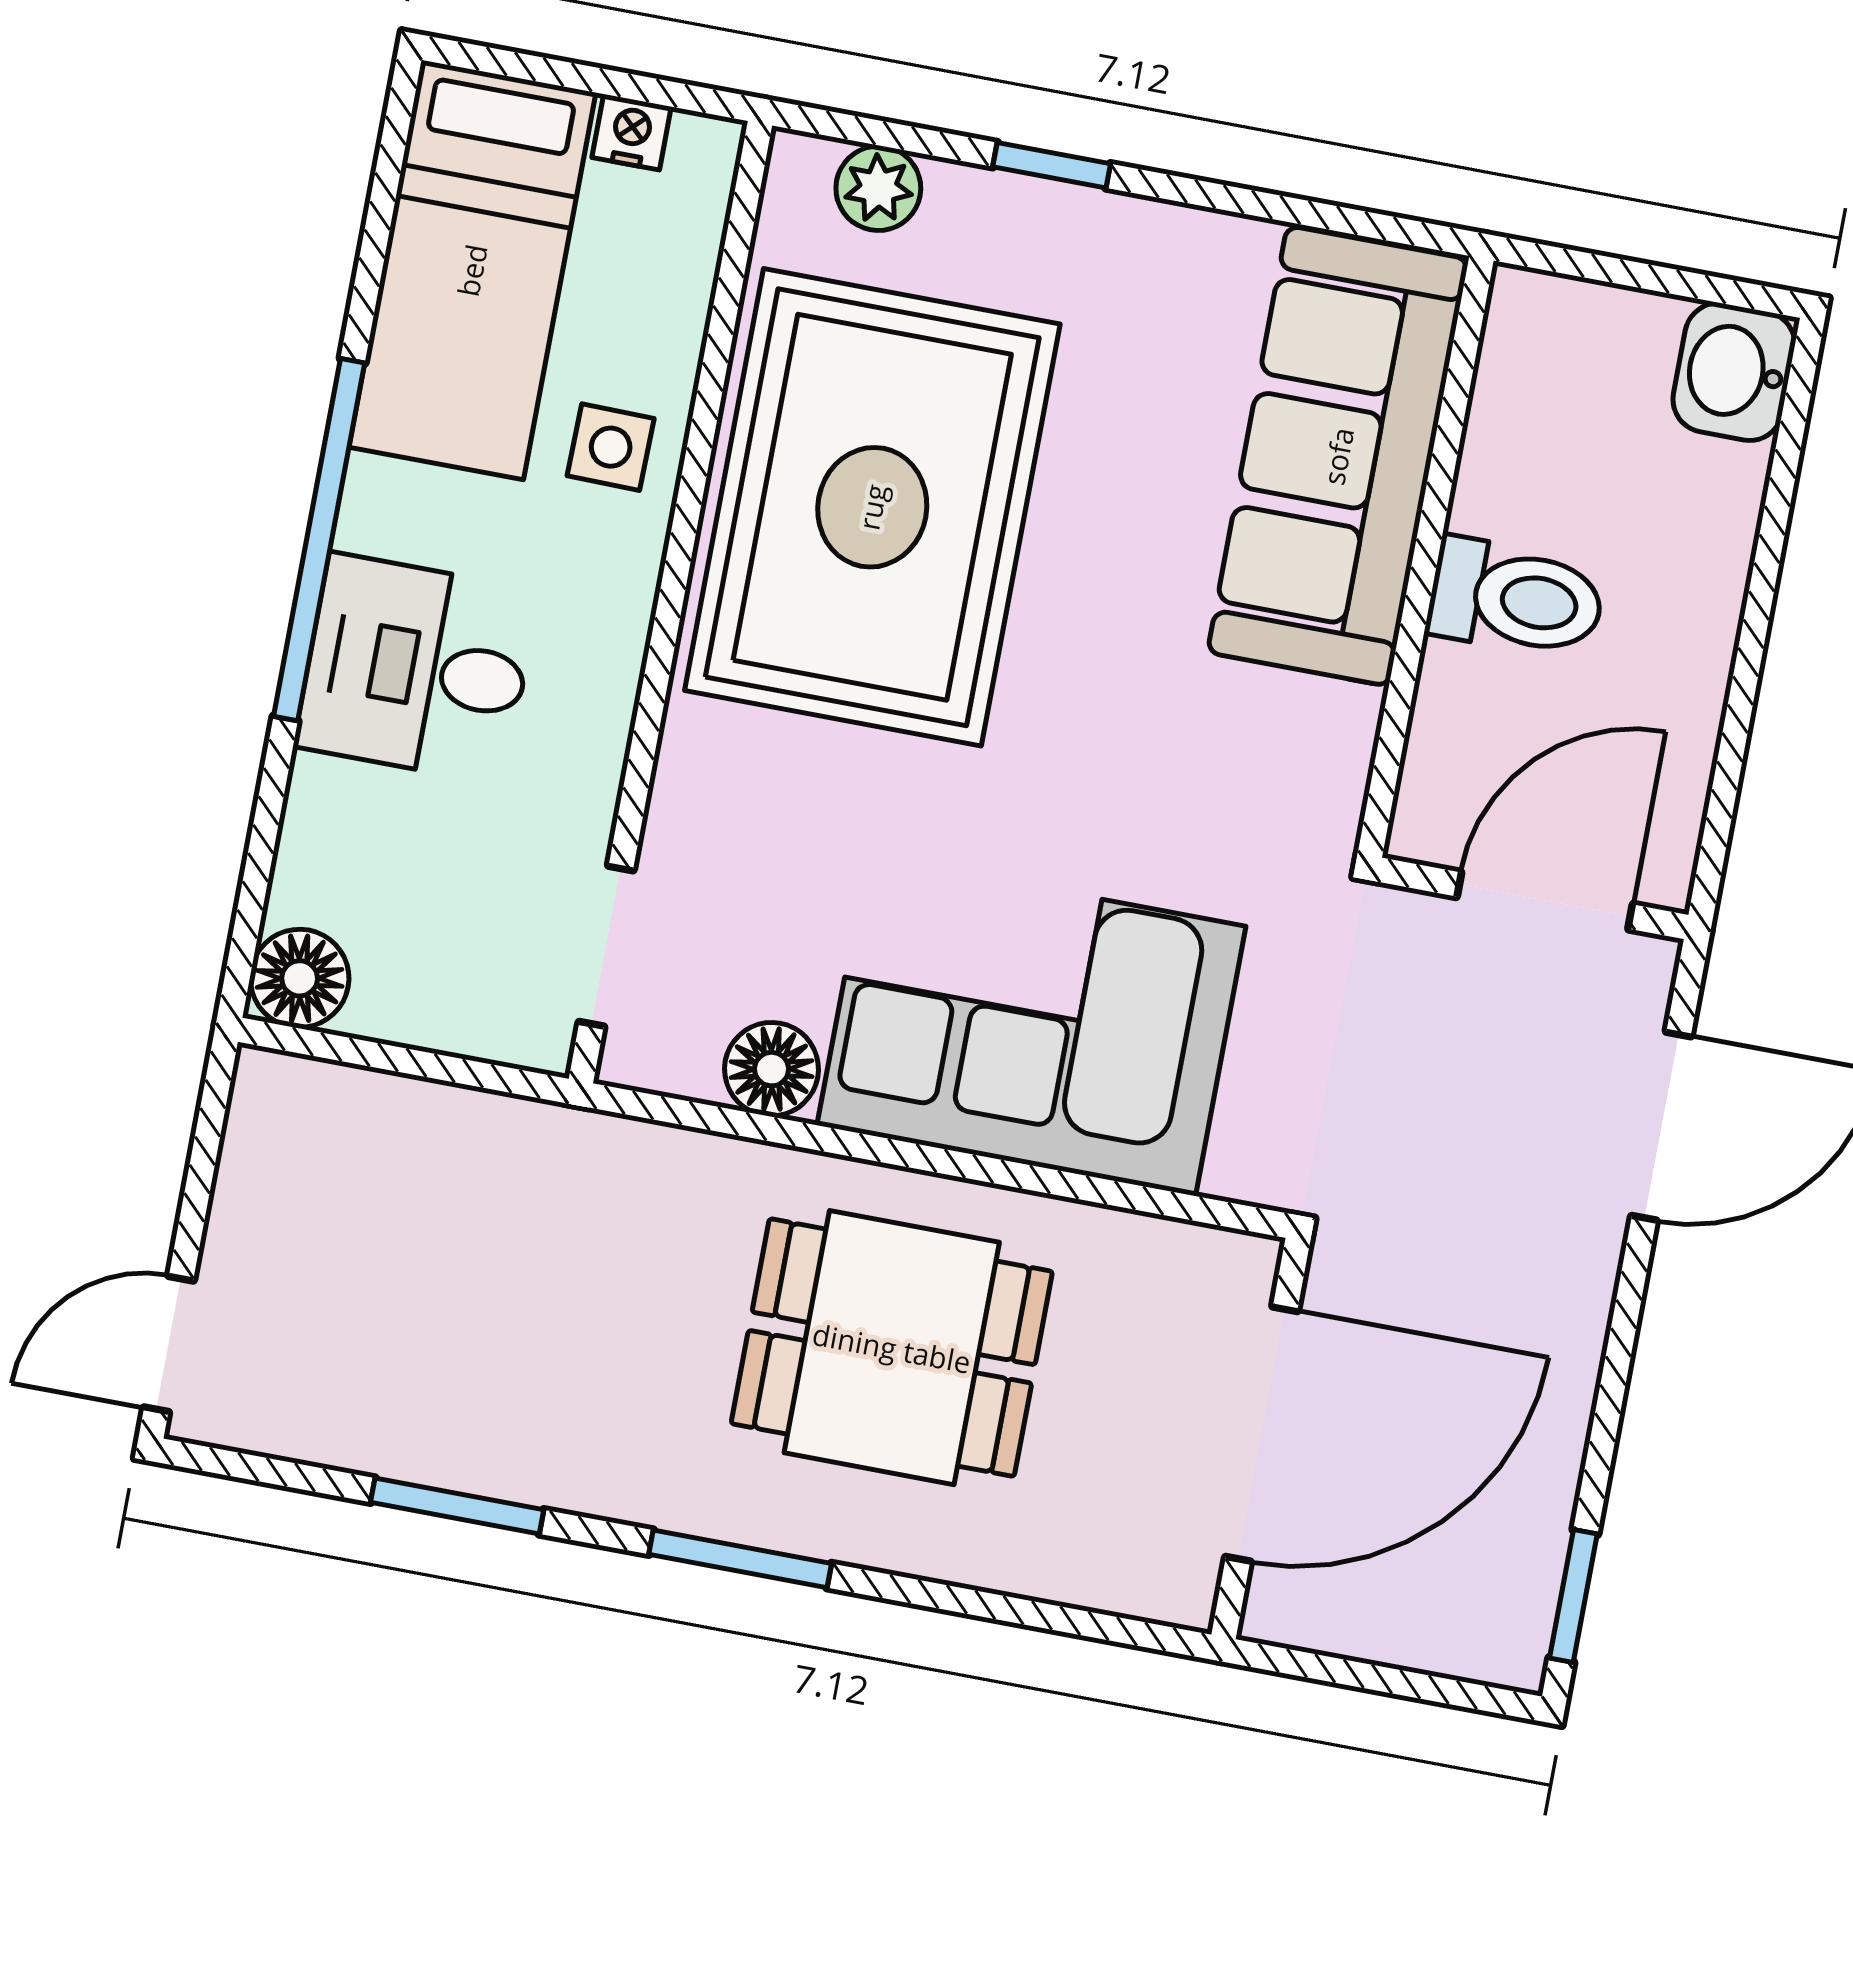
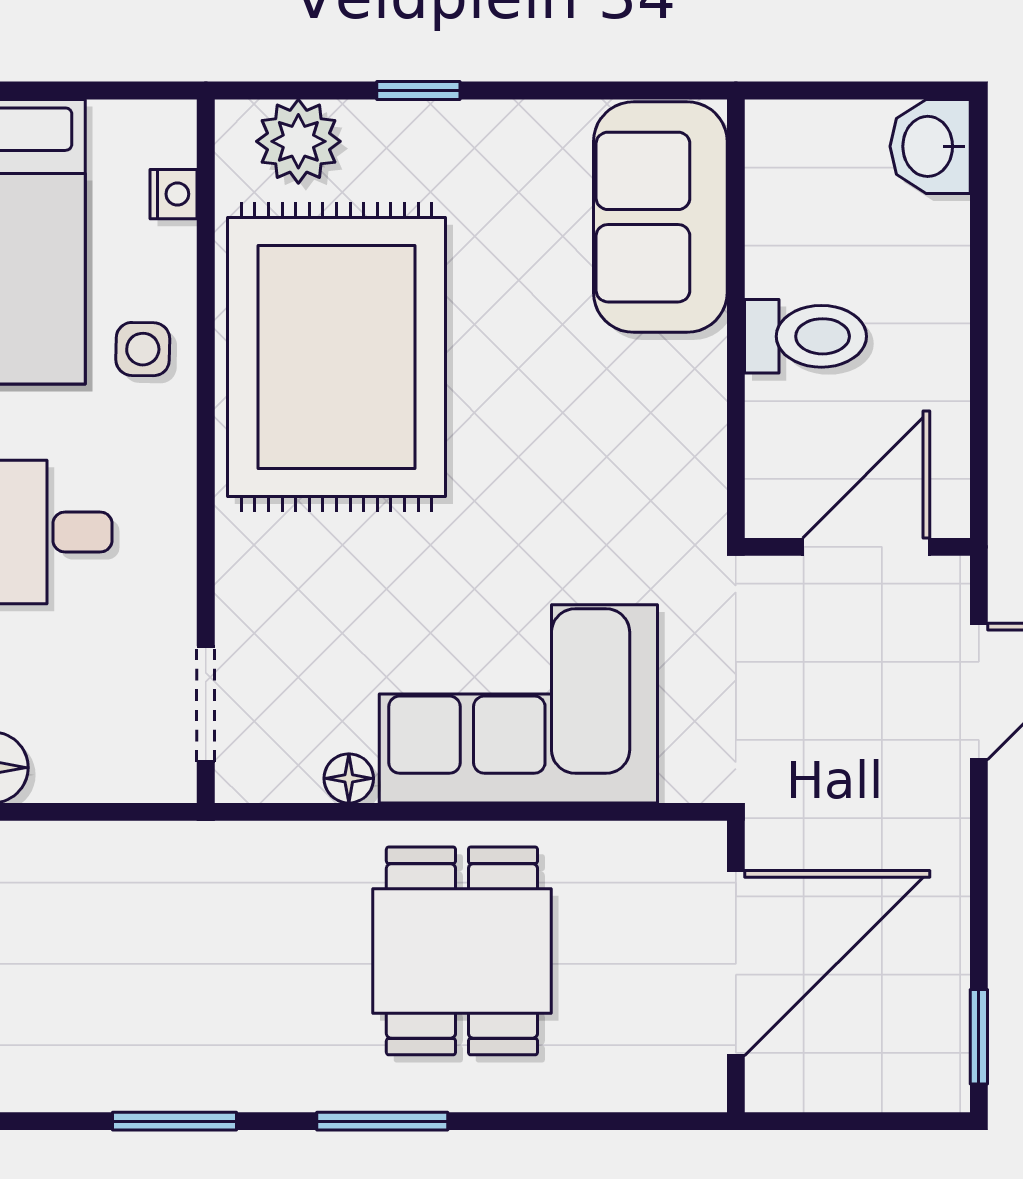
nightstand: (632, 132) -> (174, 194), moved, turned 90
plant: (878, 188) -> (298, 141), width x1.38, depth x1.38
sofa: (1338, 456) -> (660, 217), width x0.73
floor lamp: (772, 1069) -> (349, 778), width x0.73, depth x0.73
dining table: (892, 1348) -> (462, 951), turned 90

